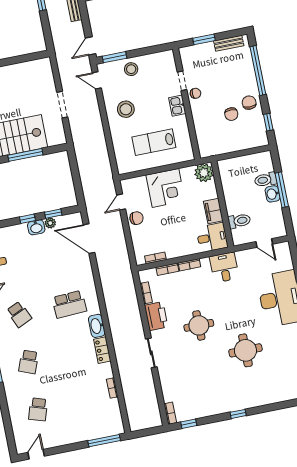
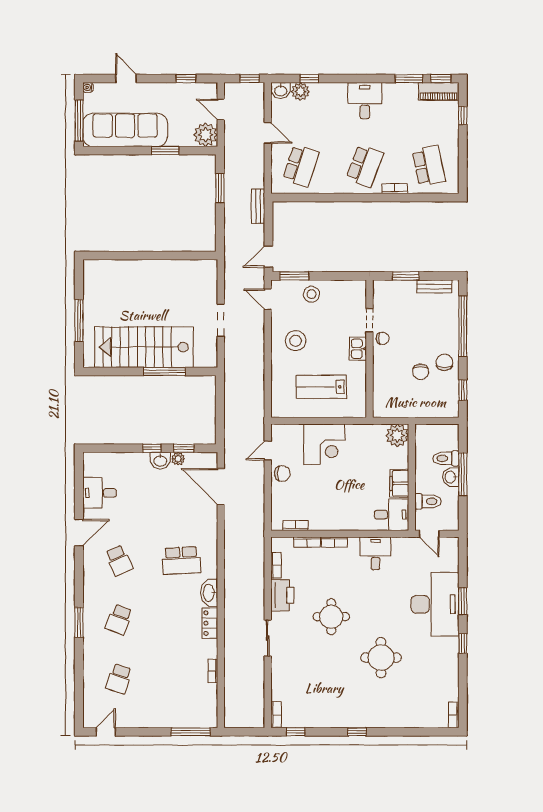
plant: (204, 173) -> (397, 435), moved
wall: (222, 204) -> (412, 477), moved
filing cabinet: (213, 211) -> (399, 483), moved
toilet: (239, 221) -> (428, 501), moved
desk: (212, 237) -> (392, 515), moved

